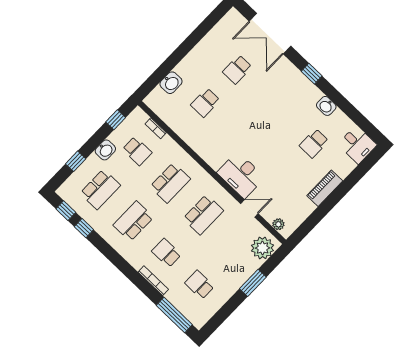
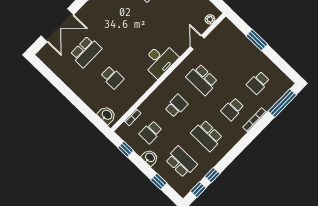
school desk: (237, 69) -> (86, 52), width x1.85
washbasin: (171, 83) -> (107, 115), moved
school desk: (137, 151) -> (151, 132), turned 180
desk: (241, 175) -> (160, 60), moved
school desk: (170, 183) -> (176, 106), width x0.54
school desk: (203, 215) -> (202, 79), turned 180
plant: (262, 248) -> (229, 32), removed

